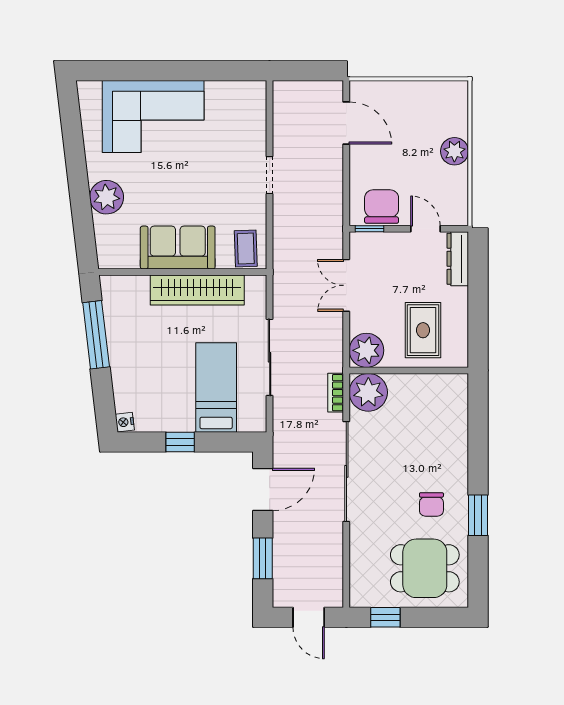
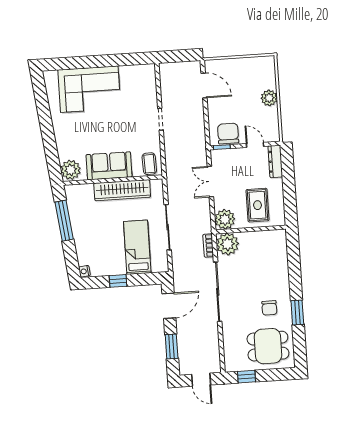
plant: (107, 197) -> (71, 170), moved

